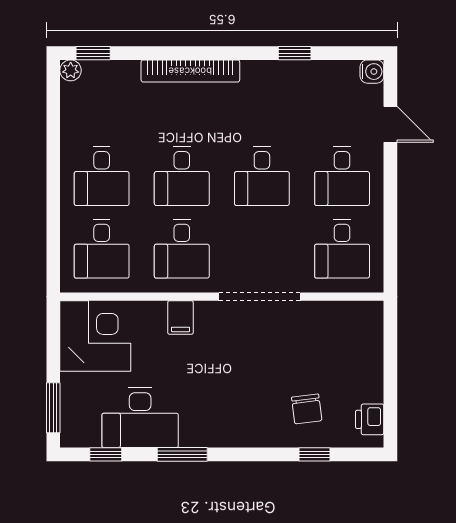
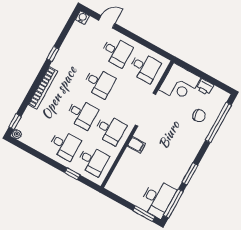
window: (295, 53) -> (53, 54), moved
window: (53, 223) -> (72, 174), added
corner desk: (95, 336) -> (180, 84), moved, turned 180
desk: (140, 418) -> (158, 199), moved
printer: (370, 419) -> (205, 87), moved
window: (106, 454) -> (173, 203), width x2.17
window: (314, 454) -> (218, 123), width x3.17

